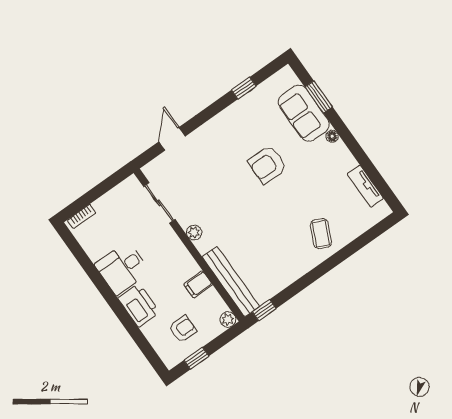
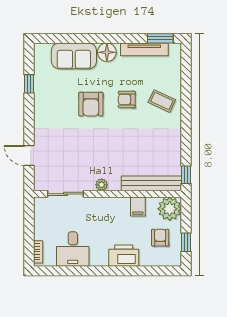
window: (319, 97) -> (160, 38), moved
floor lamp: (332, 136) -> (107, 52), width x1.89, depth x1.89
tv unit: (365, 186) -> (144, 49), width x1.41
armchair: (298, 197) -> (127, 99), added
desk: (122, 268) -> (73, 249), moved
plant: (228, 320) -> (170, 209), width x1.87, depth x1.87

